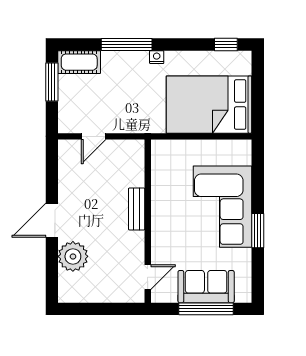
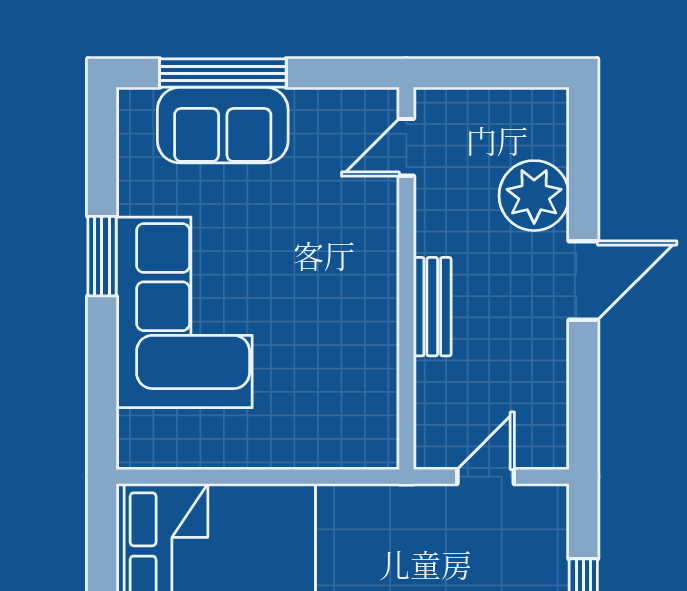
bench: (137, 209) -> (432, 307), moved
wall: (148, 221) -> (406, 278), moved
door: (148, 277) -> (406, 147), moved

